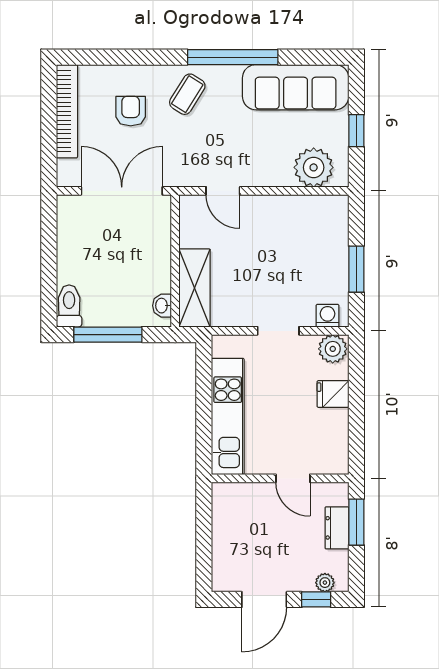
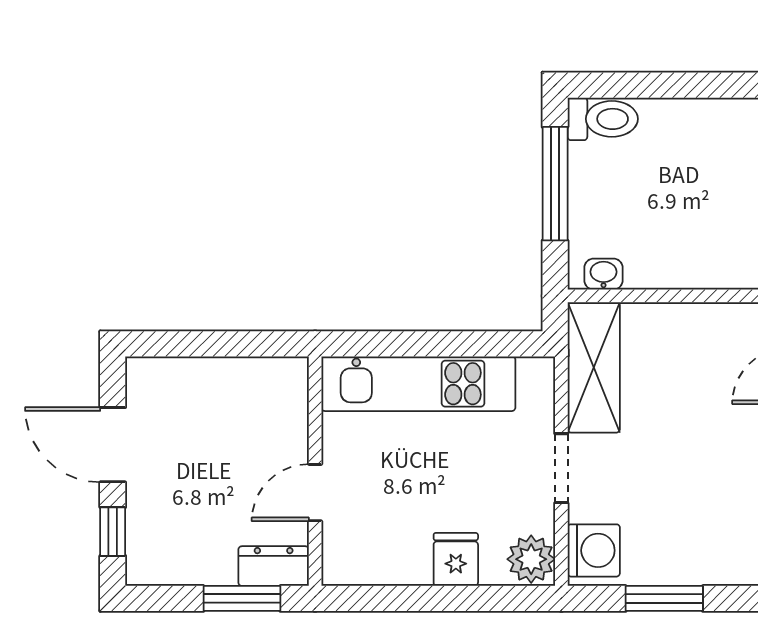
shelving: (194, 288) -> (594, 367), moved, turned 90
washing machine: (328, 316) -> (594, 550), width x1.38, depth x1.38
dresser: (337, 528) -> (274, 566), moved
plant: (325, 583) -> (141, 546), removed

